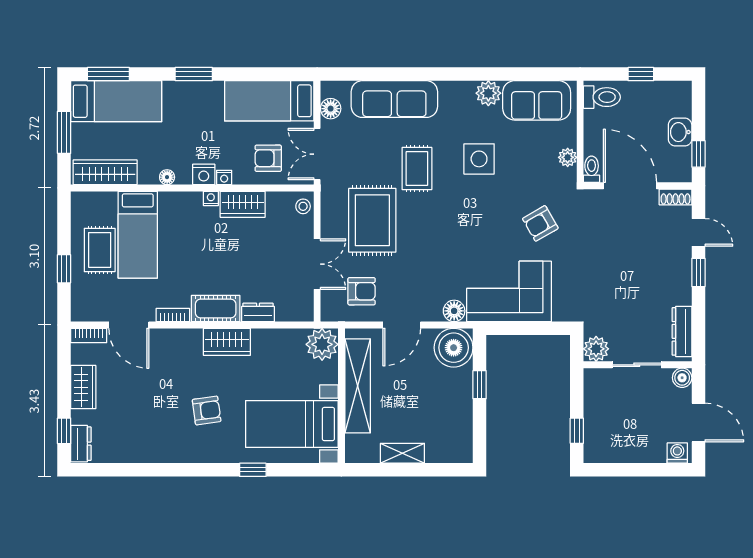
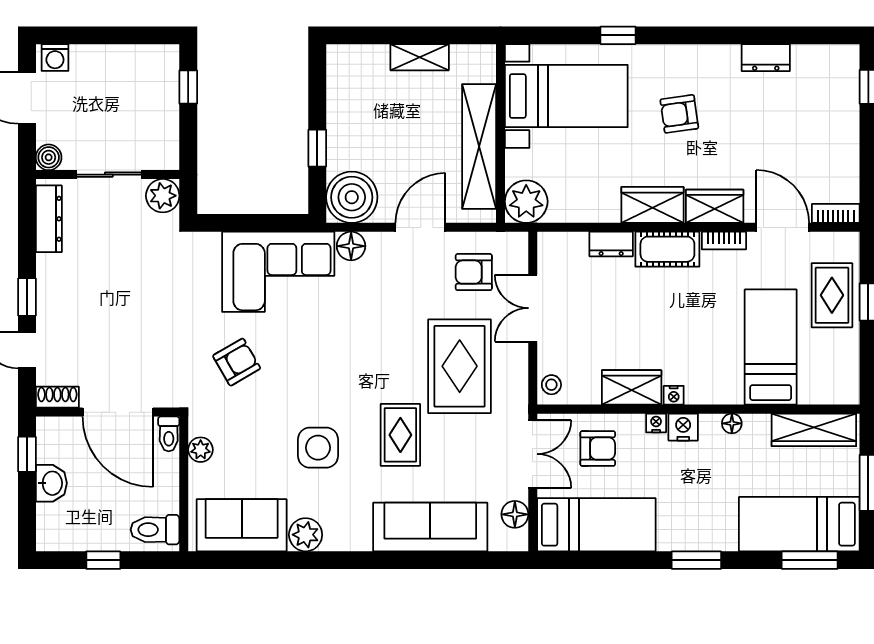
rug: (100, 250) -> (832, 295), moved
wardrobe: (83, 387) -> (715, 206), moved, turned 90
dresser: (81, 444) -> (766, 58), moved, turned -90

